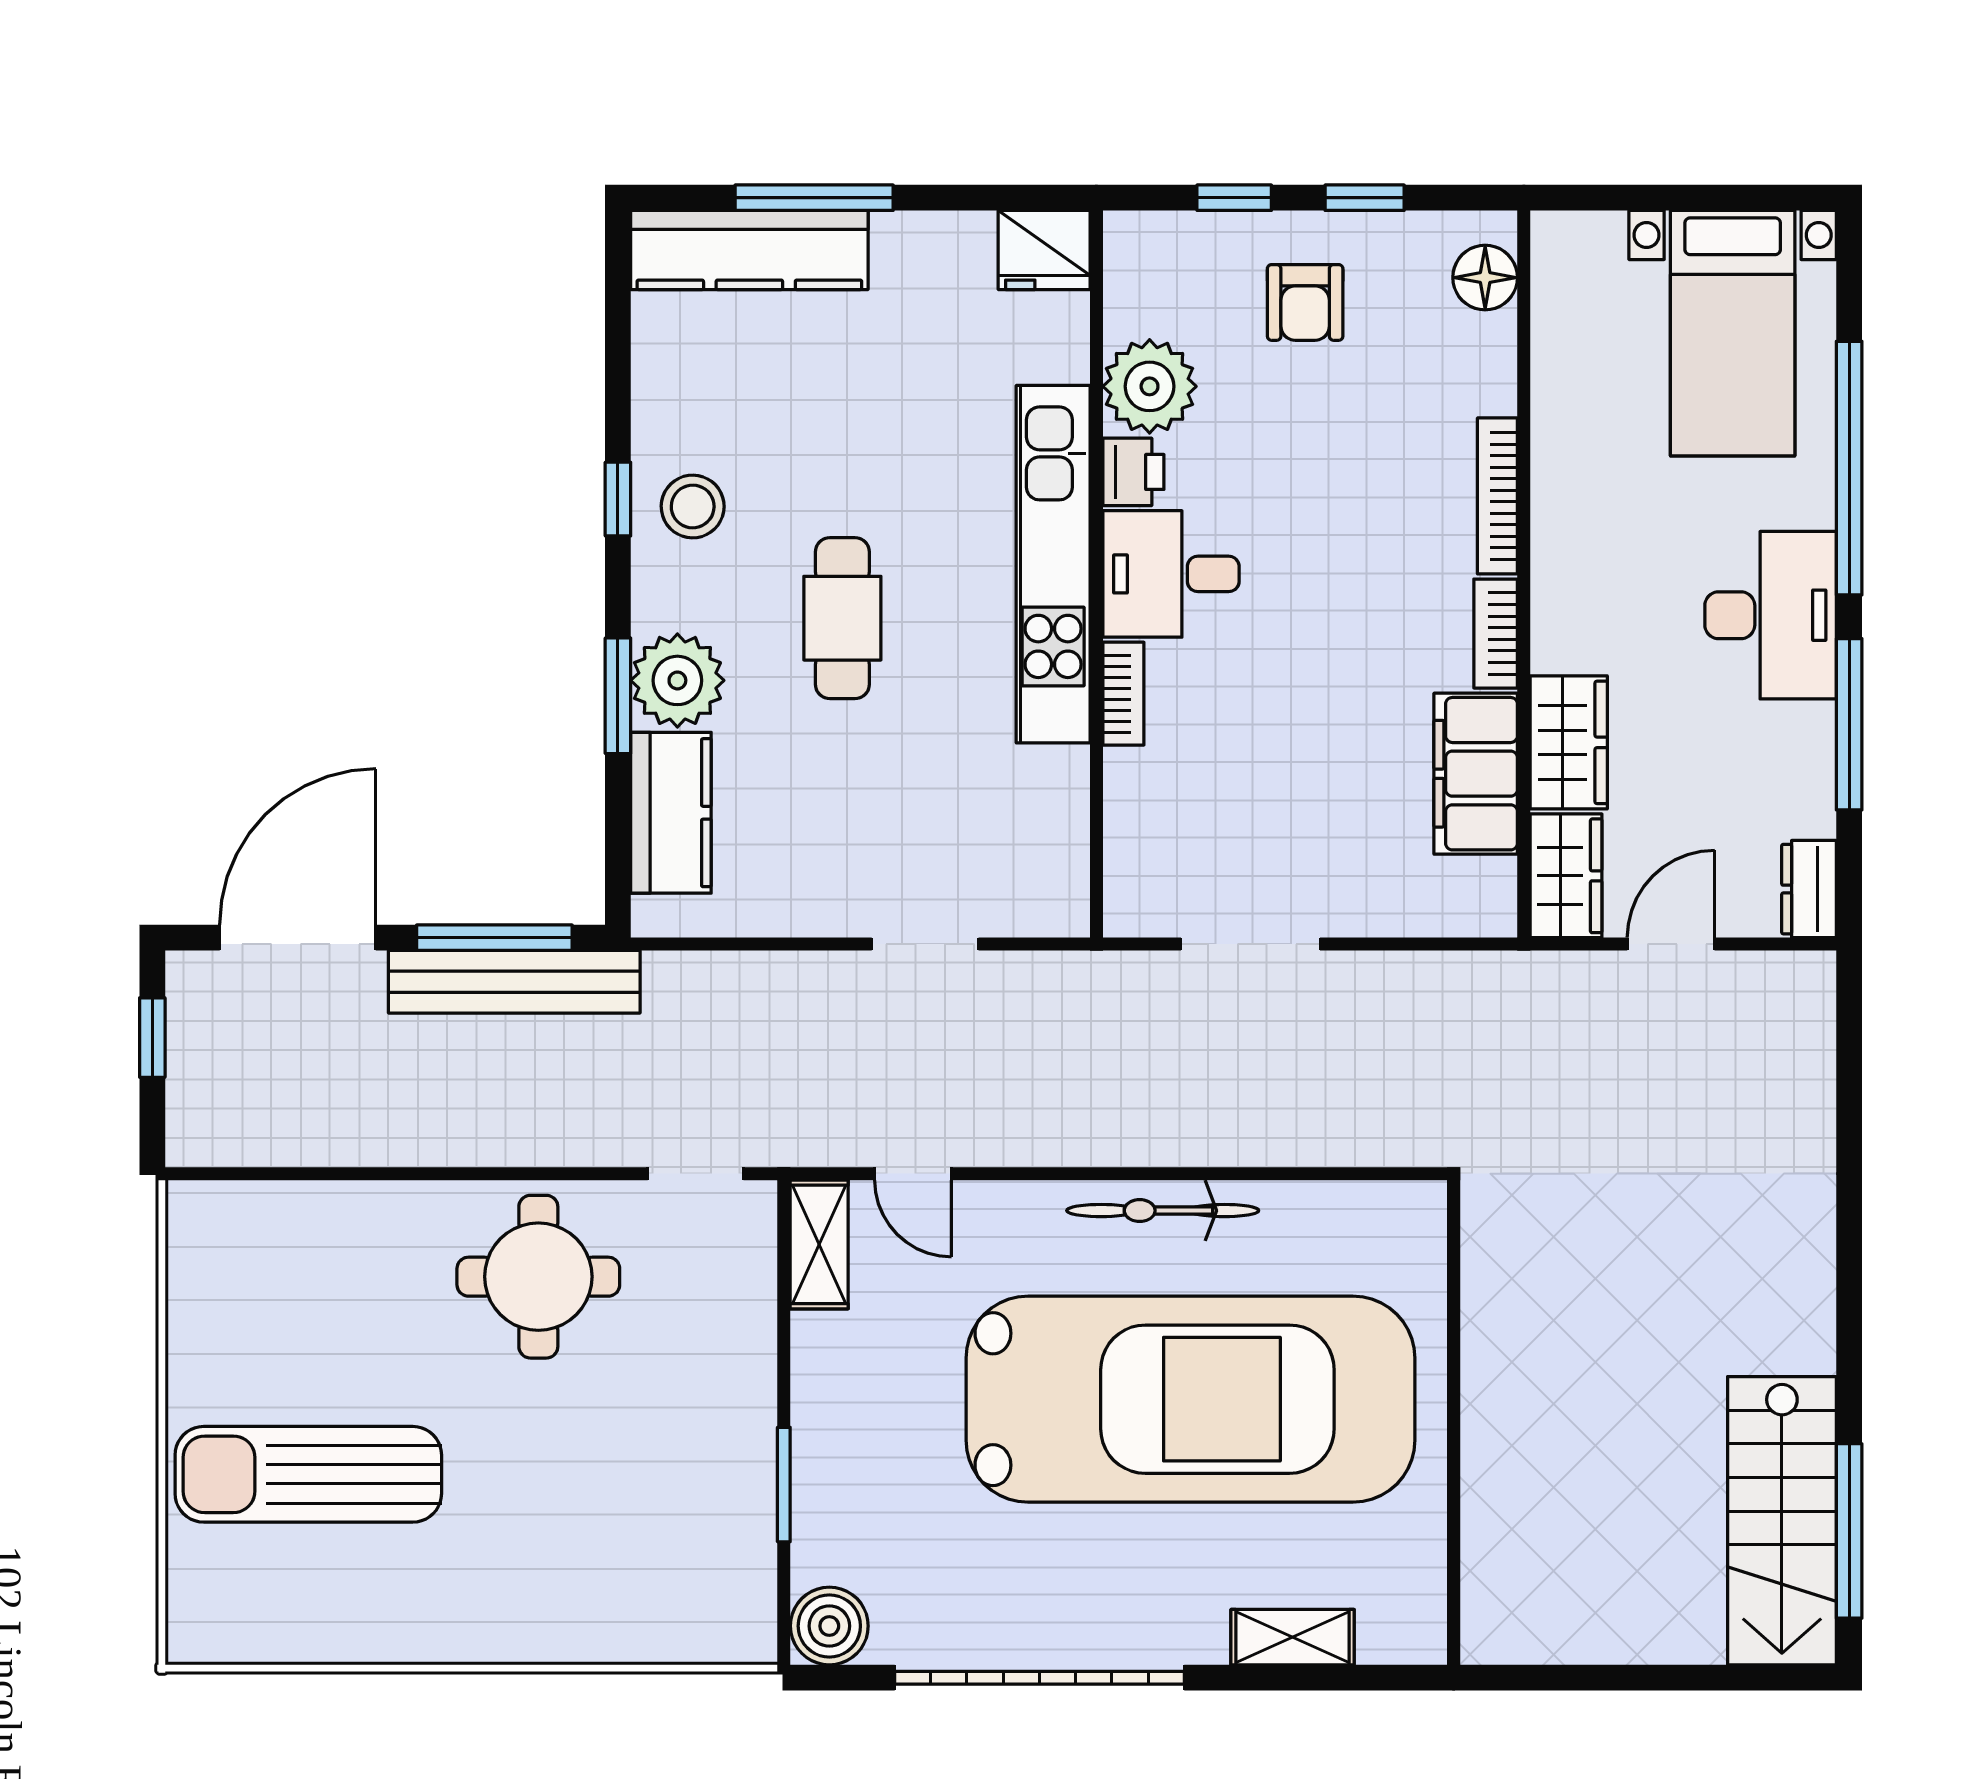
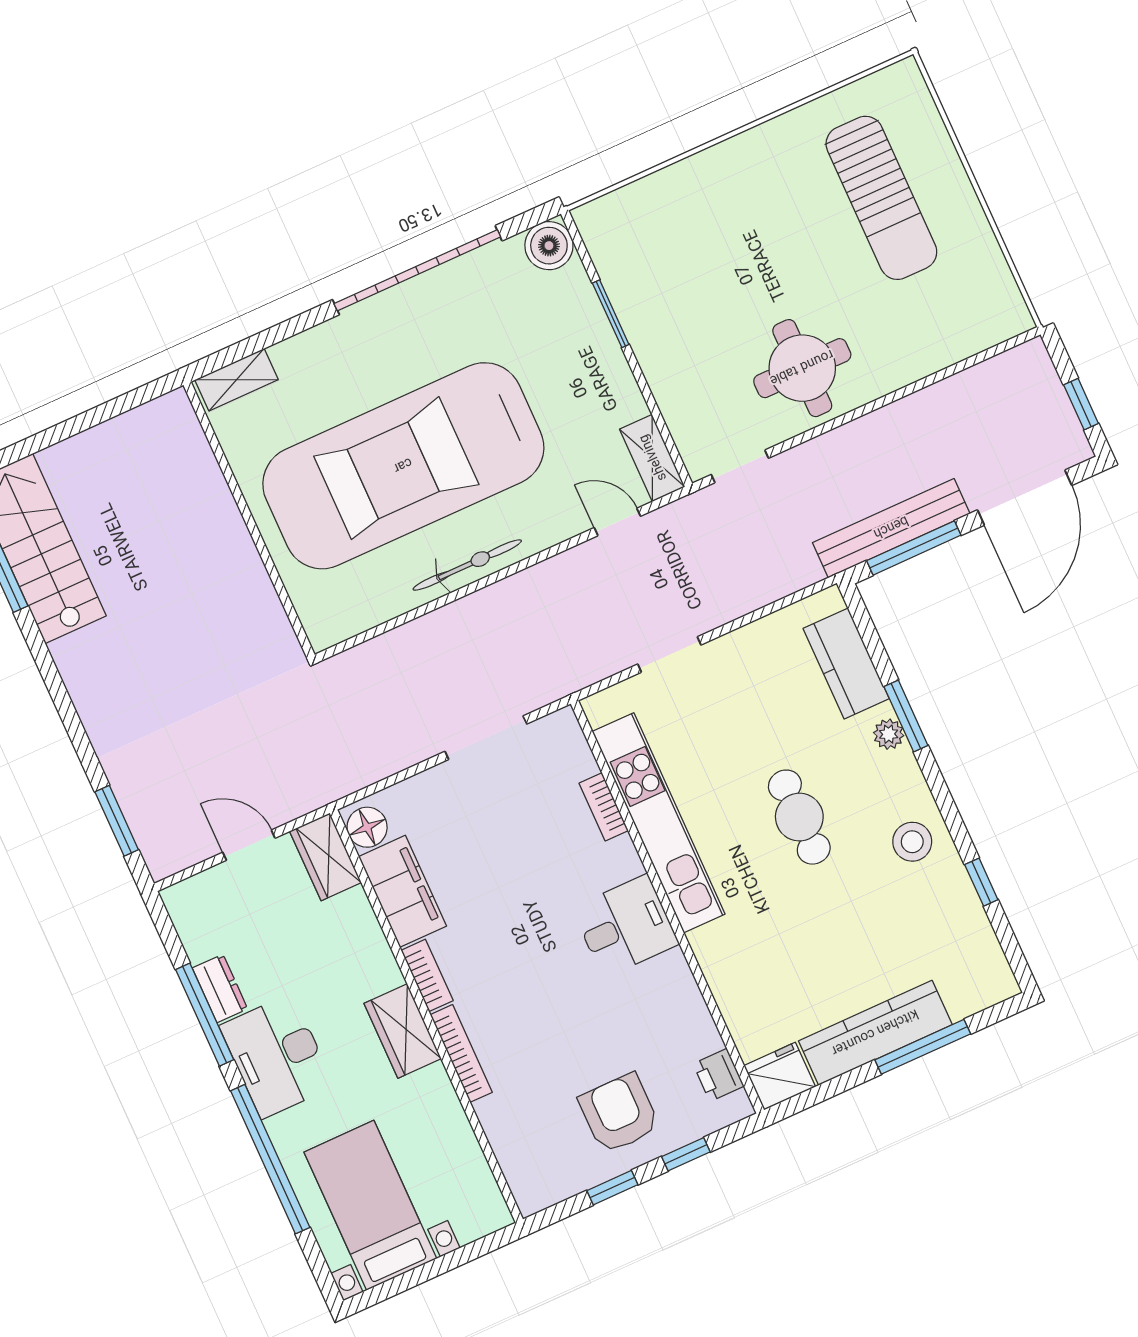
kitchen counter: (749, 250) -> (875, 1033), moved
floor lamp: (1485, 278) -> (367, 827), moved
armchair: (1305, 302) -> (619, 1113), width x1.38, depth x1.38
plant: (1150, 386) -> (685, 1026), removed
printer: (1133, 472) -> (719, 1075), moved
window: (618, 499) -> (981, 882), moved
kitchen unit: (1053, 564) -> (659, 823), moved
plant: (677, 680) -> (889, 734), width x0.53, depth x0.53
bookcase: (1123, 694) -> (604, 807), moved
wardrobe: (1569, 742) -> (403, 1031), moved
dresser: (1809, 889) -> (220, 988), moved
door: (1671, 944) -> (249, 845), swing flipped
window: (1849, 1068) -> (117, 821), added
sun lounger: (308, 1474) -> (881, 198), turned 90
shelving: (1293, 1637) -> (236, 380), moved

